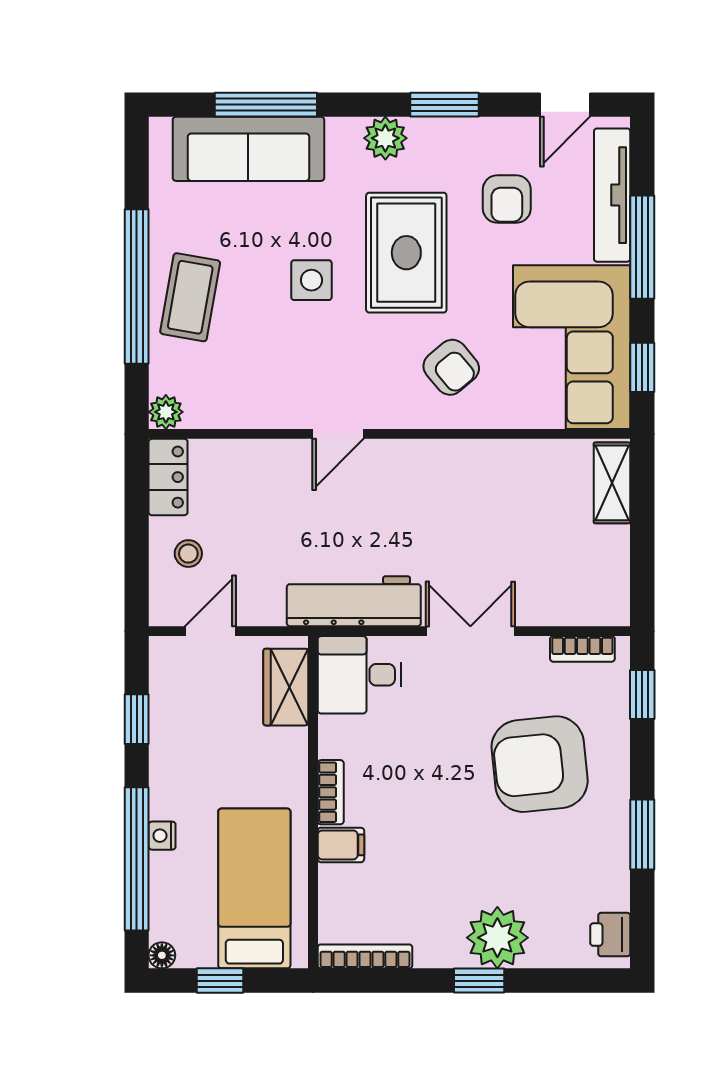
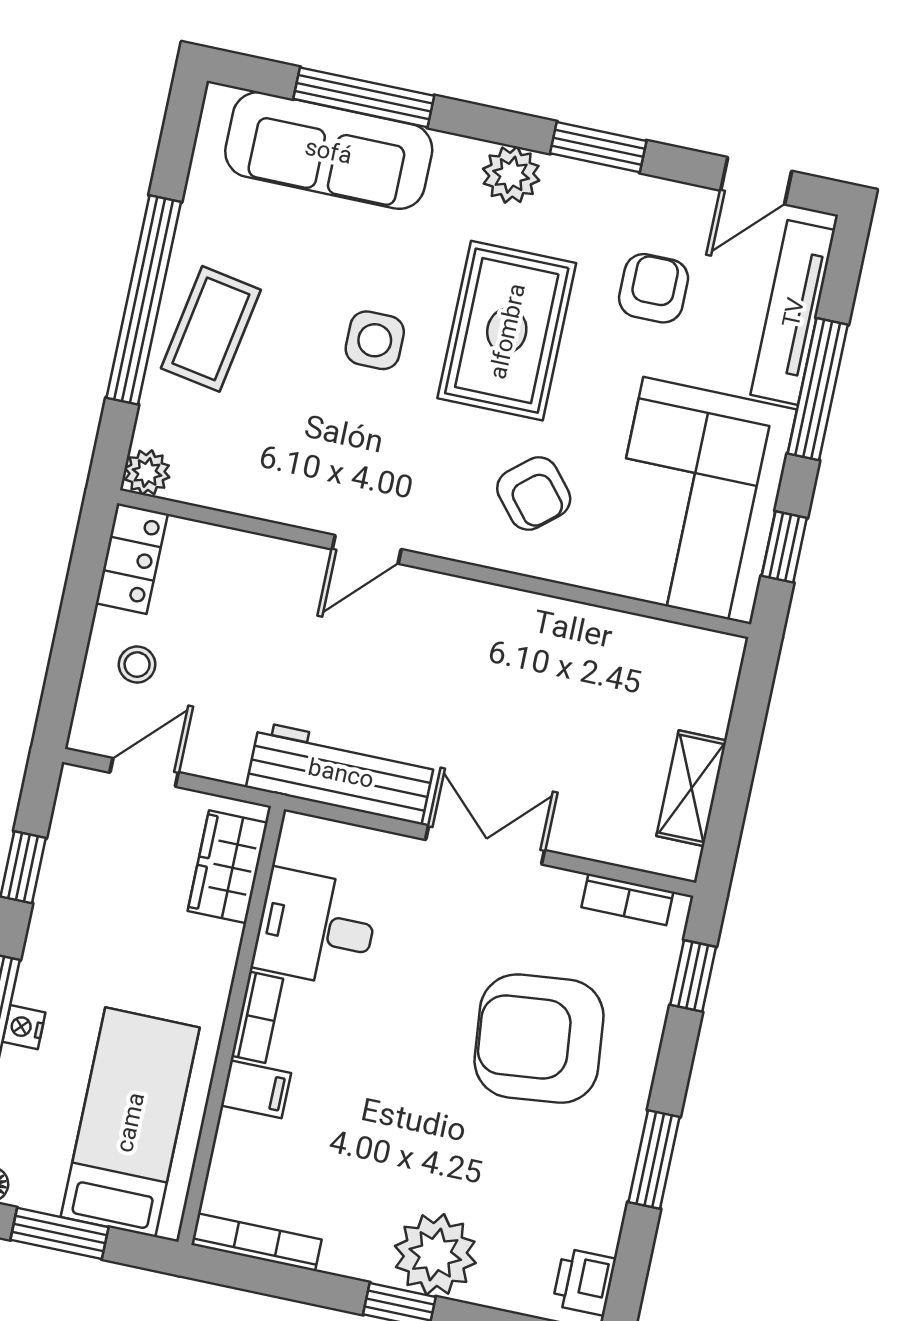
armchair: (507, 199) -> (654, 288), turned 180
shelving: (612, 483) -> (691, 788), moved
desk: (360, 675) -> (316, 928), moved
window: (220, 981) -> (59, 1233), width x1.50

